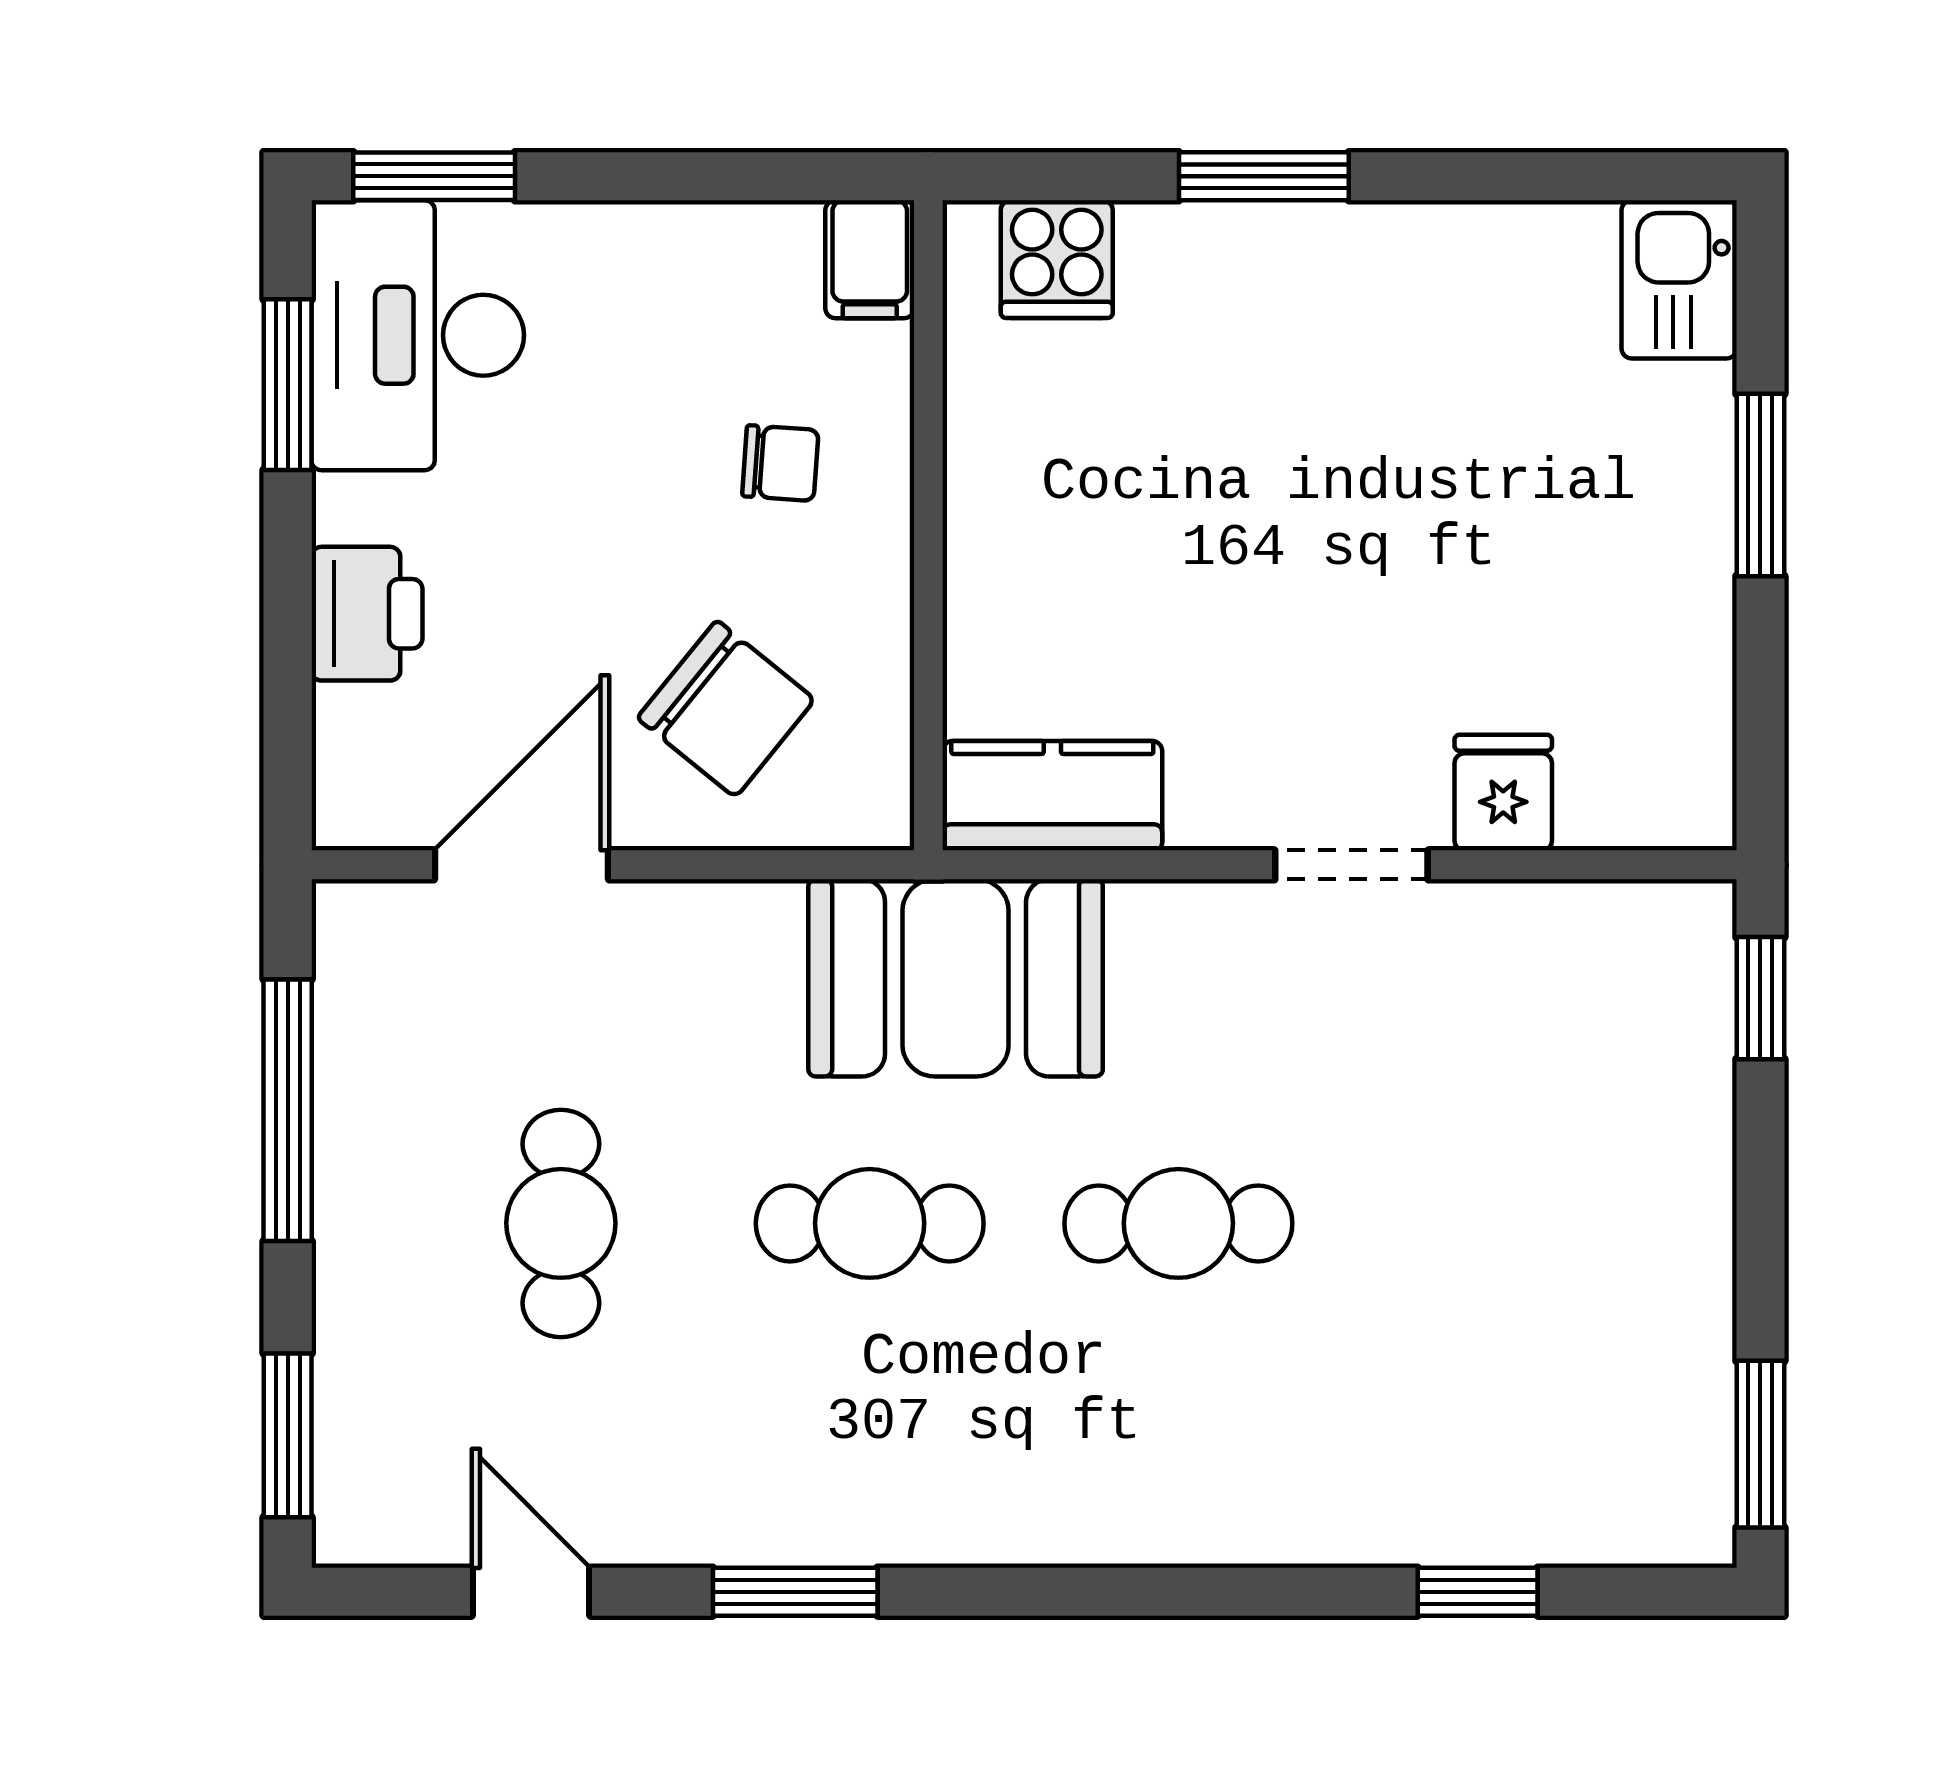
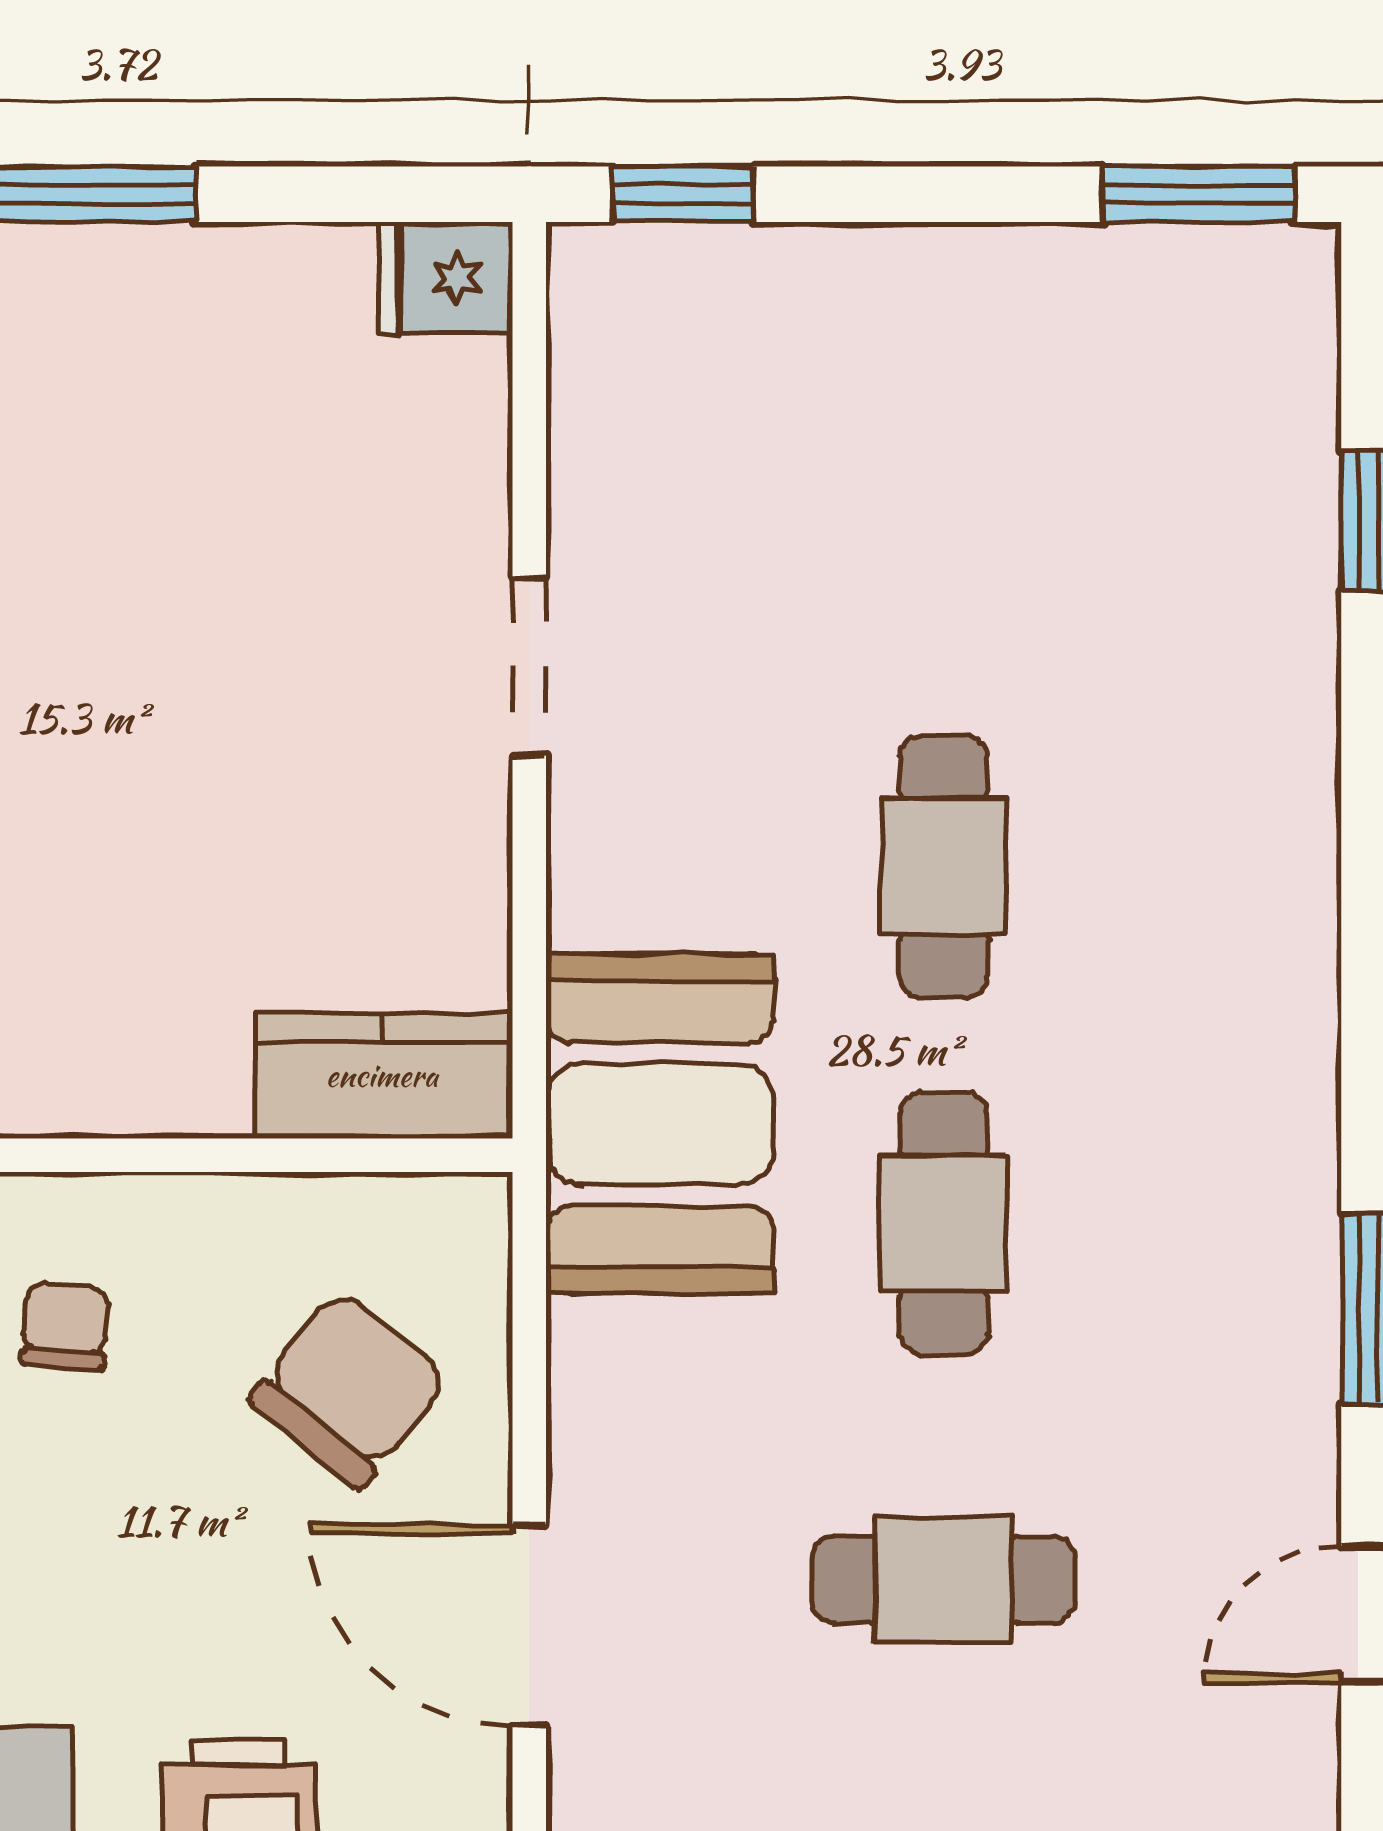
fridge: (1503, 793) -> (446, 278), moved
kitchen counter: (1052, 796) -> (382, 1075), moved, turned 90

